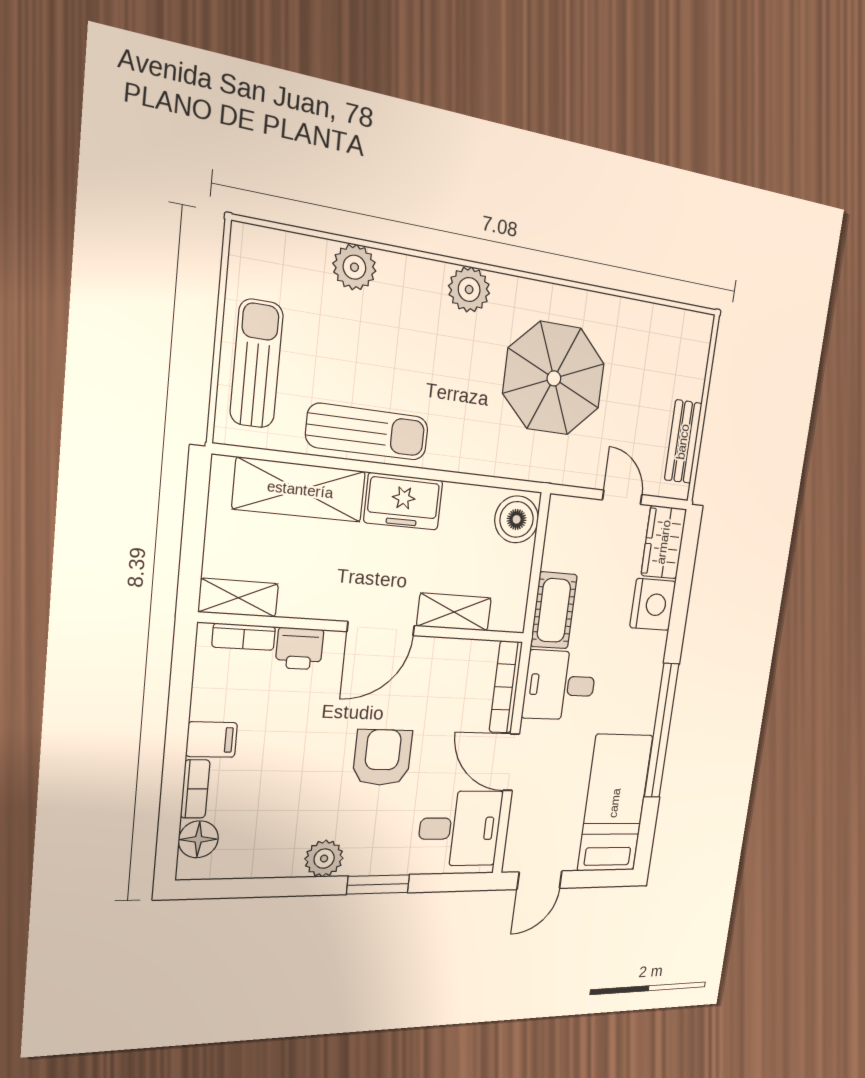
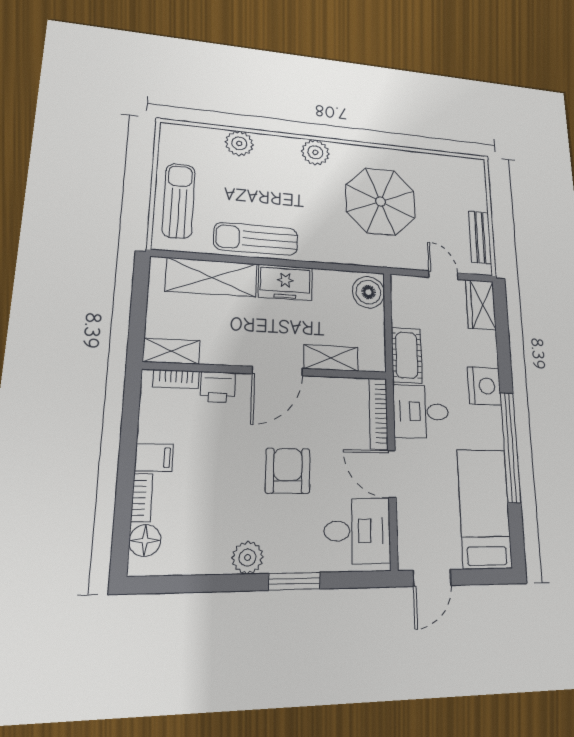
sun lounger: (368, 432) -> (256, 239), turned 180
nightstand: (653, 604) -> (484, 386), moved

